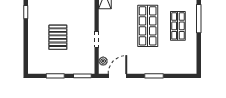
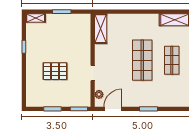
pallet: (58, 37) -> (55, 71), turned 90

